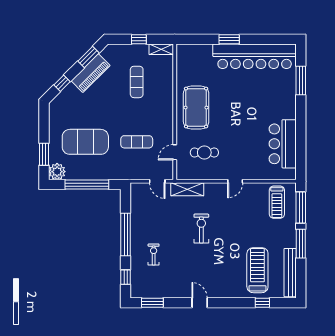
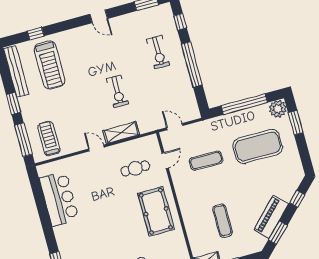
door: (235, 181) -> (96, 148), hinge flipped
shelving: (187, 189) -> (121, 133), moved
window: (301, 244) -> (13, 104), width x0.69
exercise bike: (154, 254) -> (158, 52), width x1.38, depth x1.39

